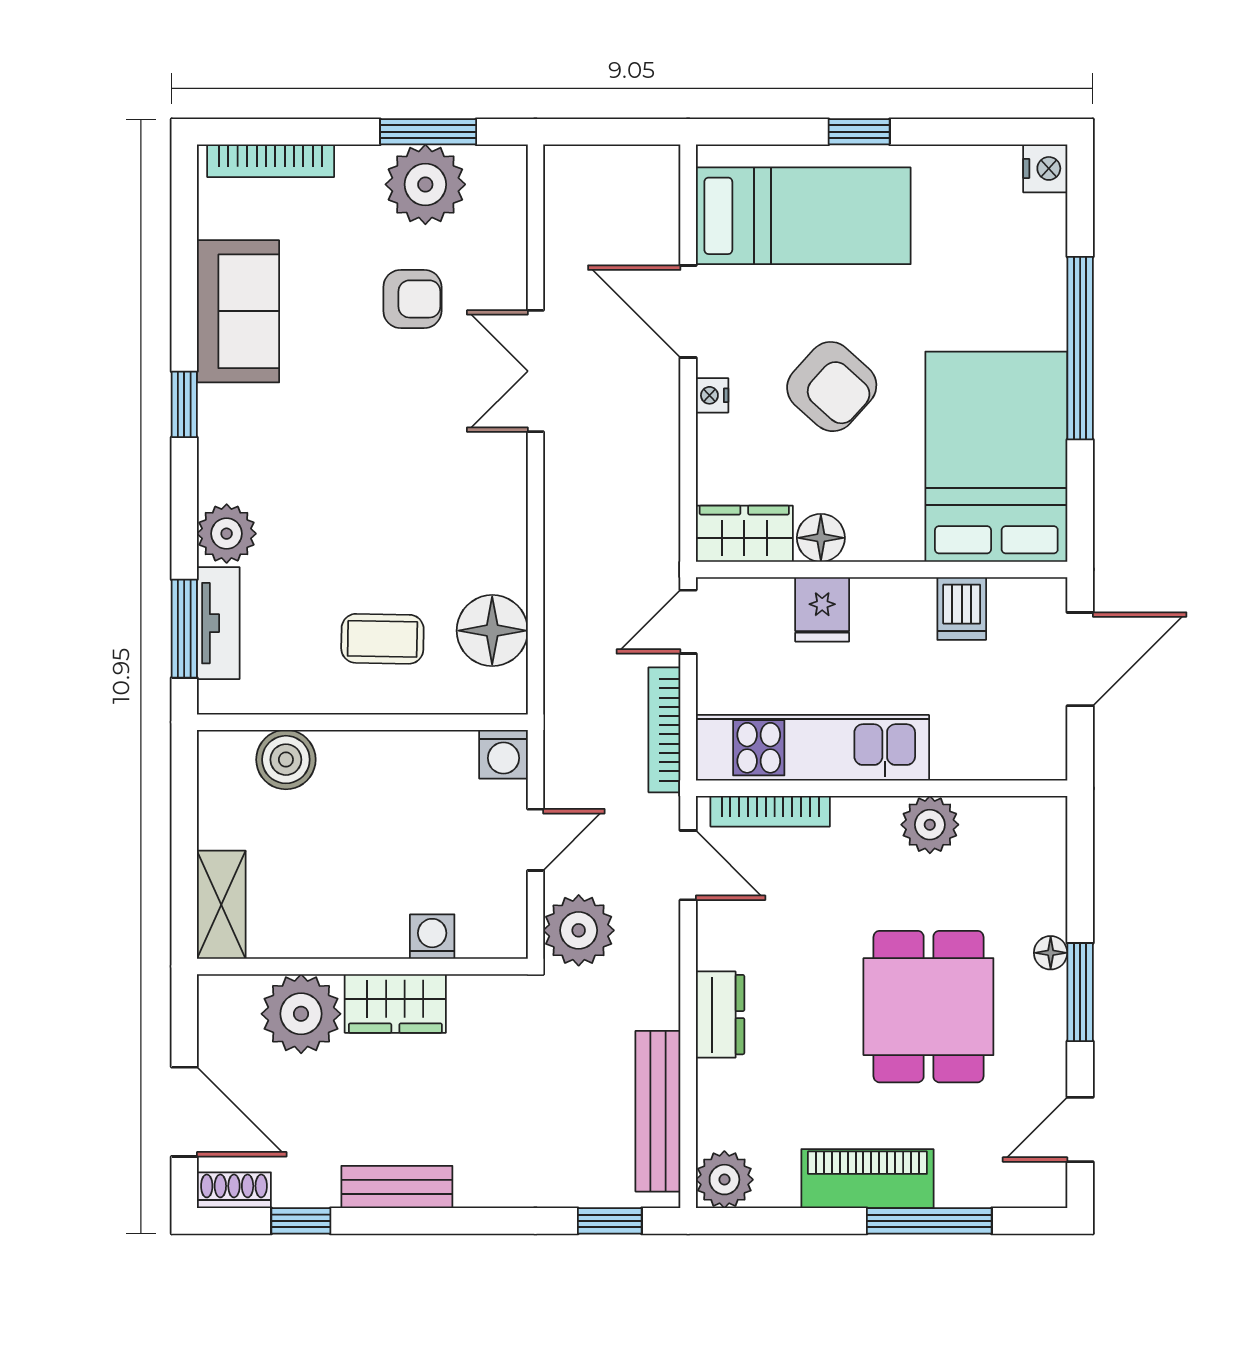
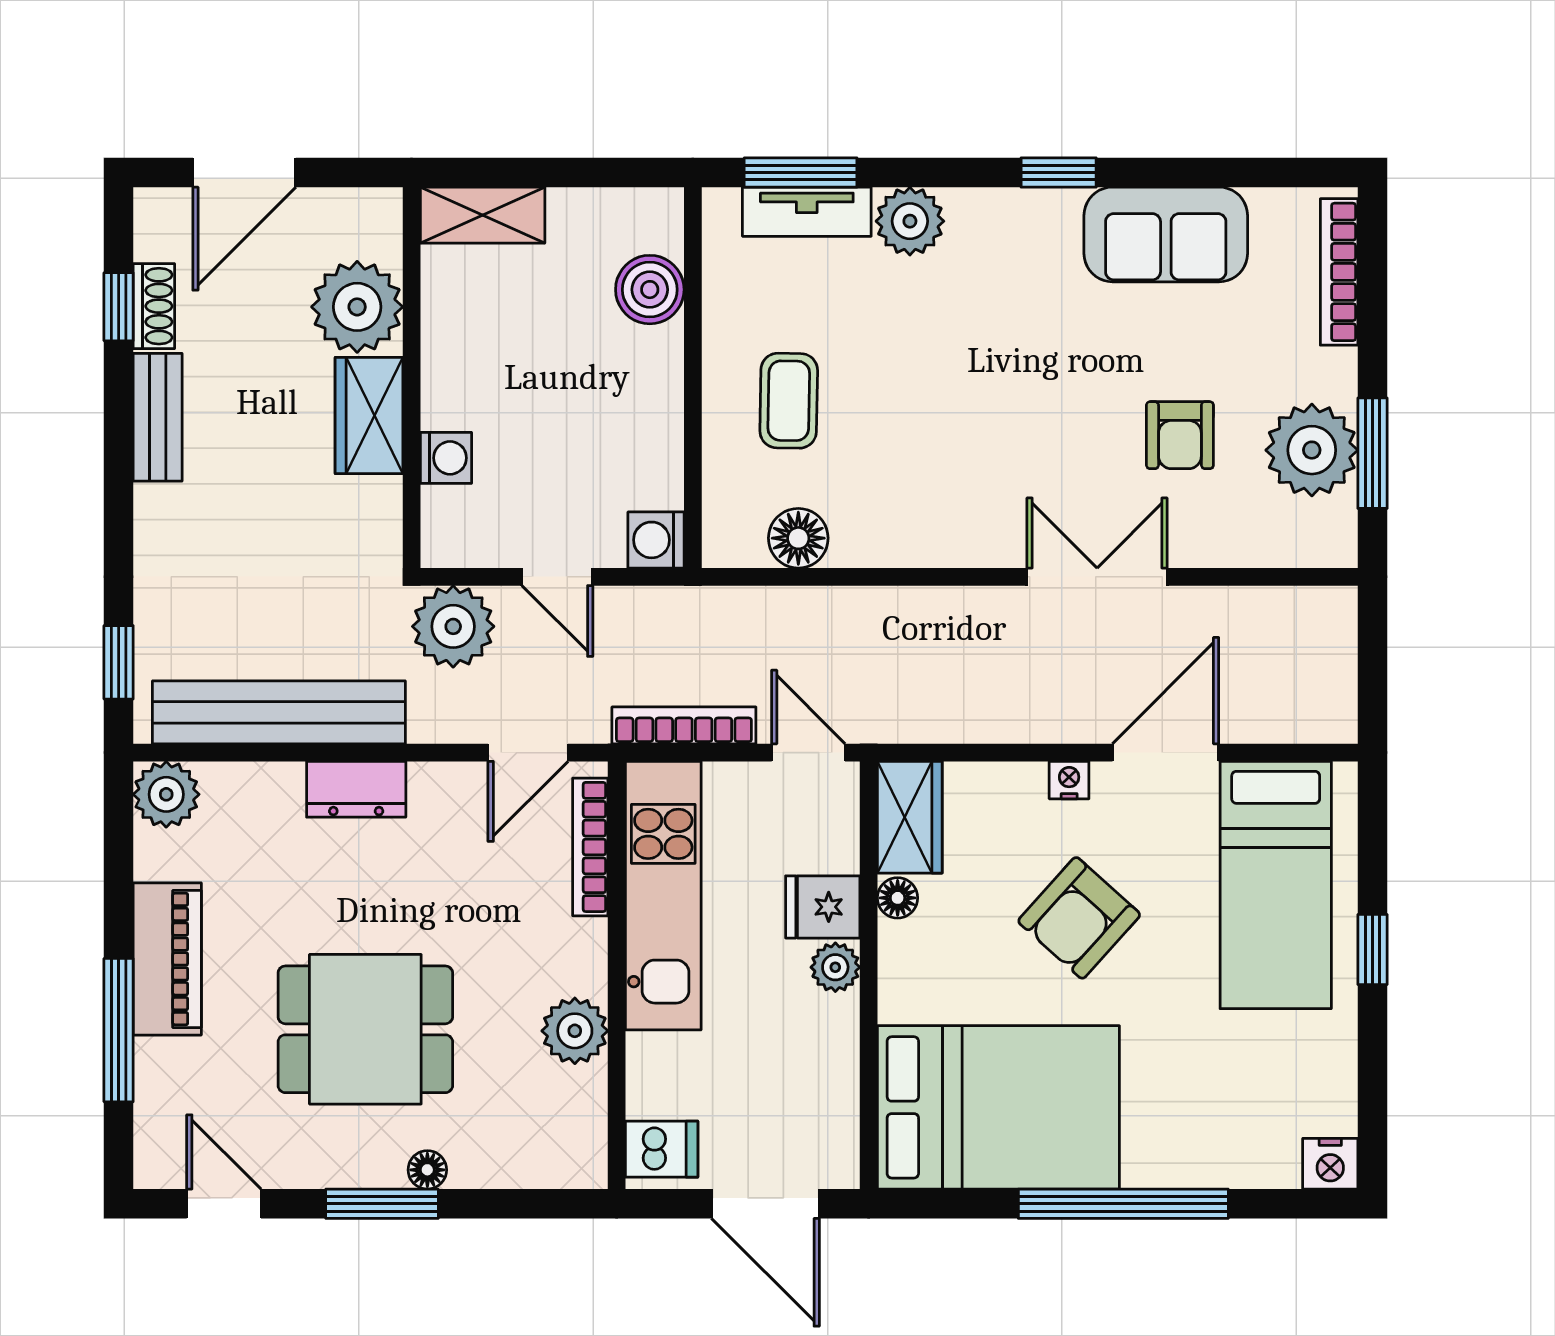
floor lamp: (821, 538) -> (898, 898), width x0.73, depth x0.73
plant: (875, 598) -> (835, 967), added
dishwasher: (962, 609) -> (662, 1149), moved, turned 180
floor lamp: (492, 631) -> (798, 538), width x0.73, depth x0.73
bench: (658, 1111) -> (279, 712), width x1.37, depth x1.21
shoe rack: (234, 1190) -> (154, 306), moved

